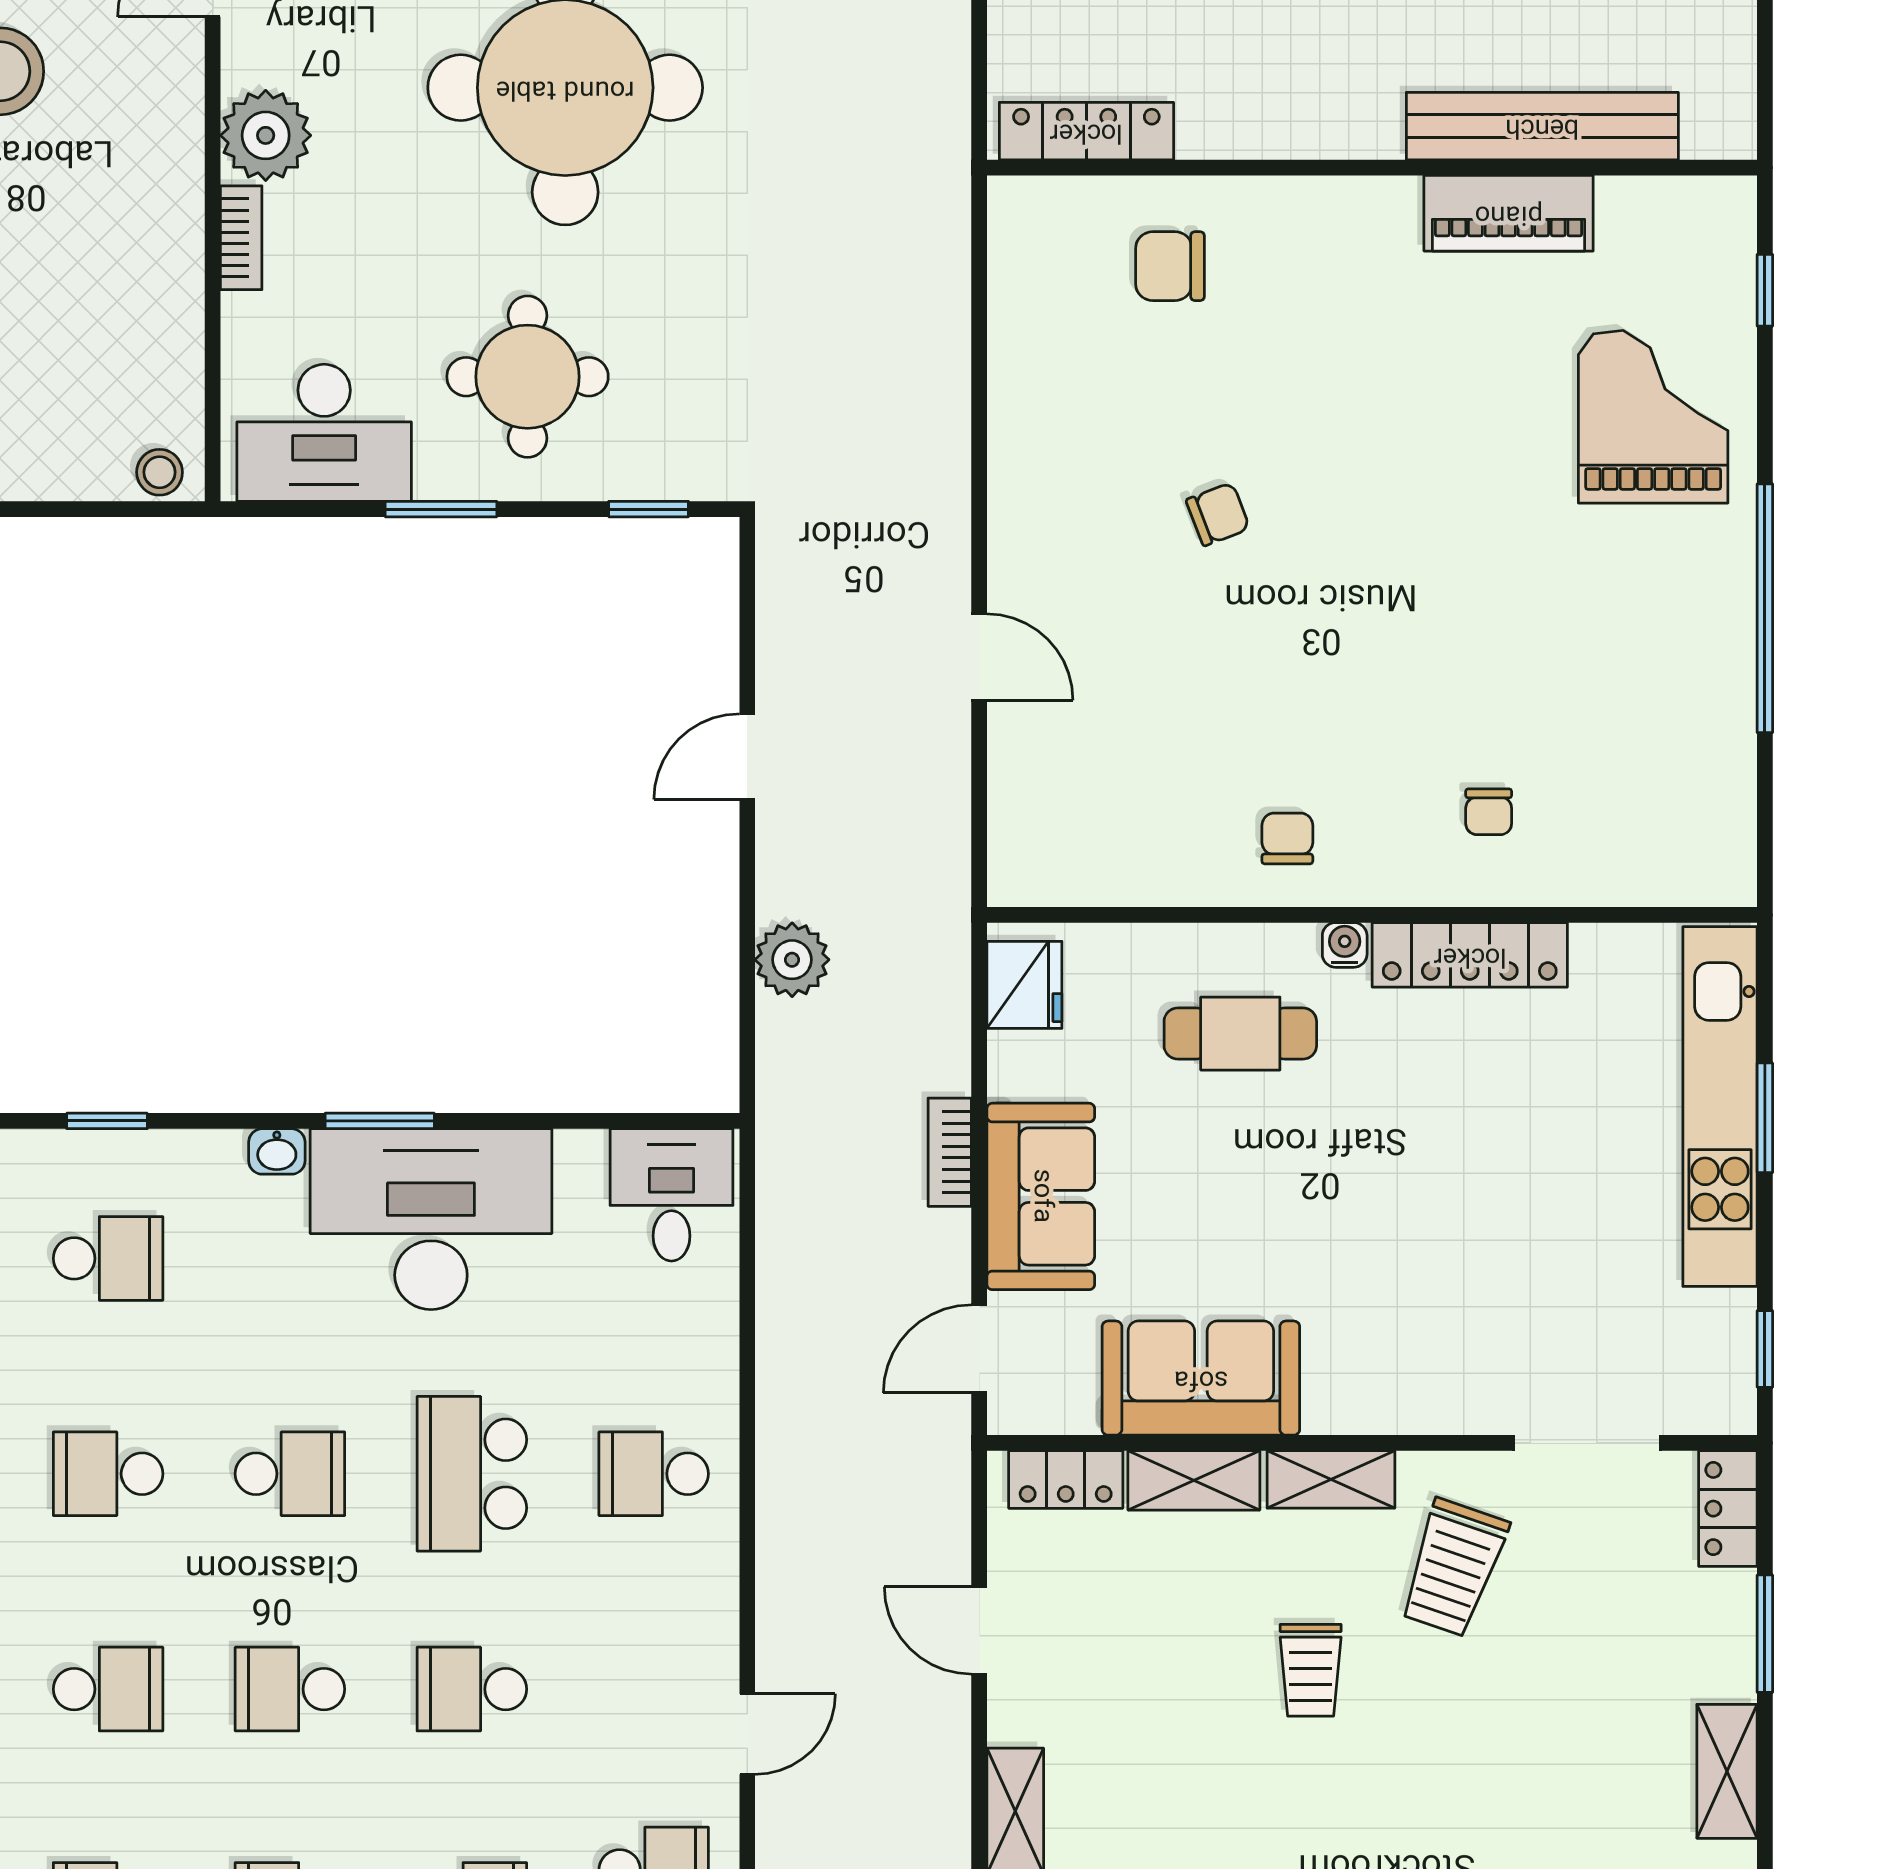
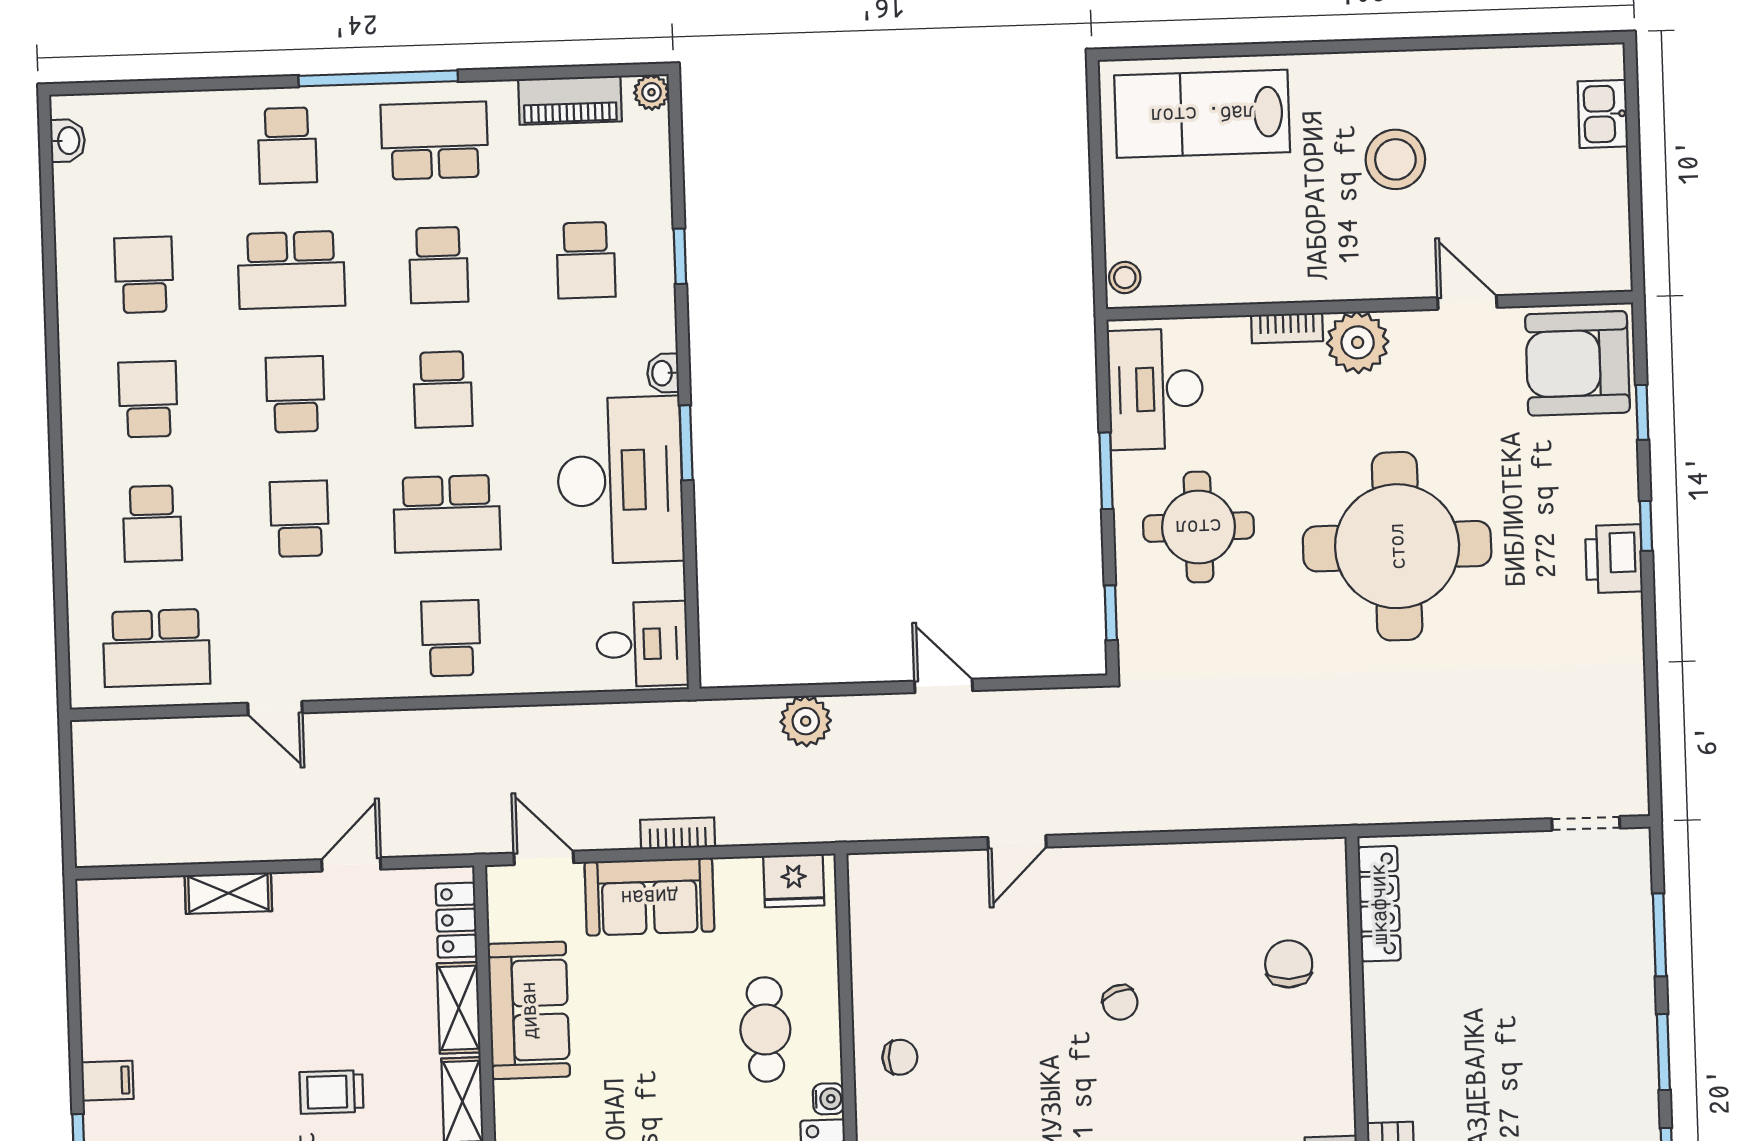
school desk: (108, 1474) -> (439, 265), turned 180
school desk: (472, 1474) -> (447, 514), turned 180
school desk: (108, 1689) -> (291, 270), width x1.85

